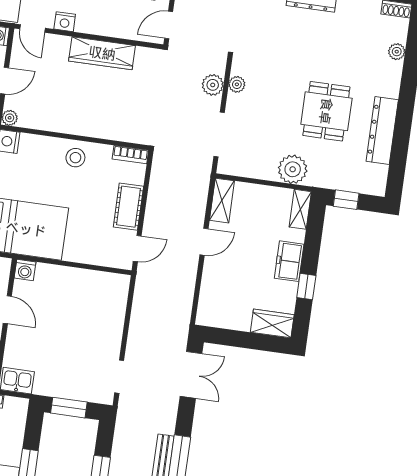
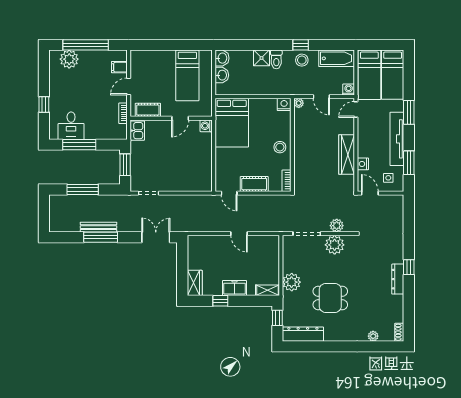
nightstand: (65, 22) -> (363, 164), moved
plant: (237, 84) -> (335, 245), width x1.87, depth x1.87
dresser: (382, 131) -> (303, 334), moved
shelving: (222, 201) -> (266, 241), removed
double door: (191, 375) -> (156, 237), swing flipped

